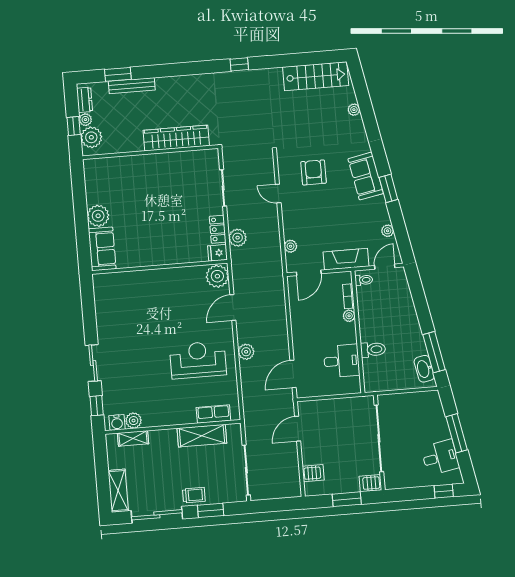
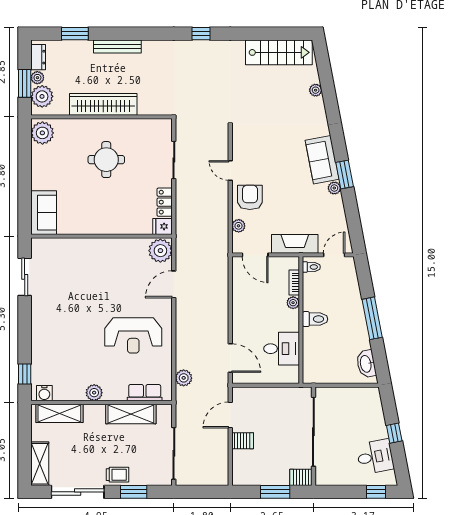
bench: (132, 86) -> (117, 47), moved
window: (74, 126) -> (25, 83), width x1.50
wardrobe: (176, 138) -> (103, 104), moved
armchair: (313, 172) -> (250, 197), moved
round table: (158, 193) -> (106, 160), added
plant: (98, 216) -> (42, 133), moved
plant: (388, 231) -> (334, 188), moved
plant: (238, 238) -> (185, 212), removed
door: (309, 273) -> (255, 255), hinge flipped
toilet: (373, 350) -> (315, 319), moved
plant: (246, 352) -> (184, 378), moved
window: (434, 352) -> (372, 318), moved
reception desk: (198, 360) -> (133, 335), turned 180
sliding door: (93, 363) -> (25, 277), moved
door: (293, 374) -> (230, 358), swing flipped
plant: (134, 421) -> (94, 393), moved
window: (457, 433) -> (394, 433), width x0.46
shelving: (133, 438) -> (59, 413), width x1.50, depth x1.33
server rack: (313, 473) -> (243, 441), moved

